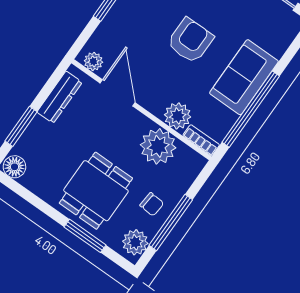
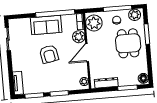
armchair: (190, 41) -> (49, 54), turned -101
door: (118, 93) -> (87, 53), moved
plant: (158, 146) -> (94, 23), moved
dining table: (96, 191) -> (128, 43), turned 90

